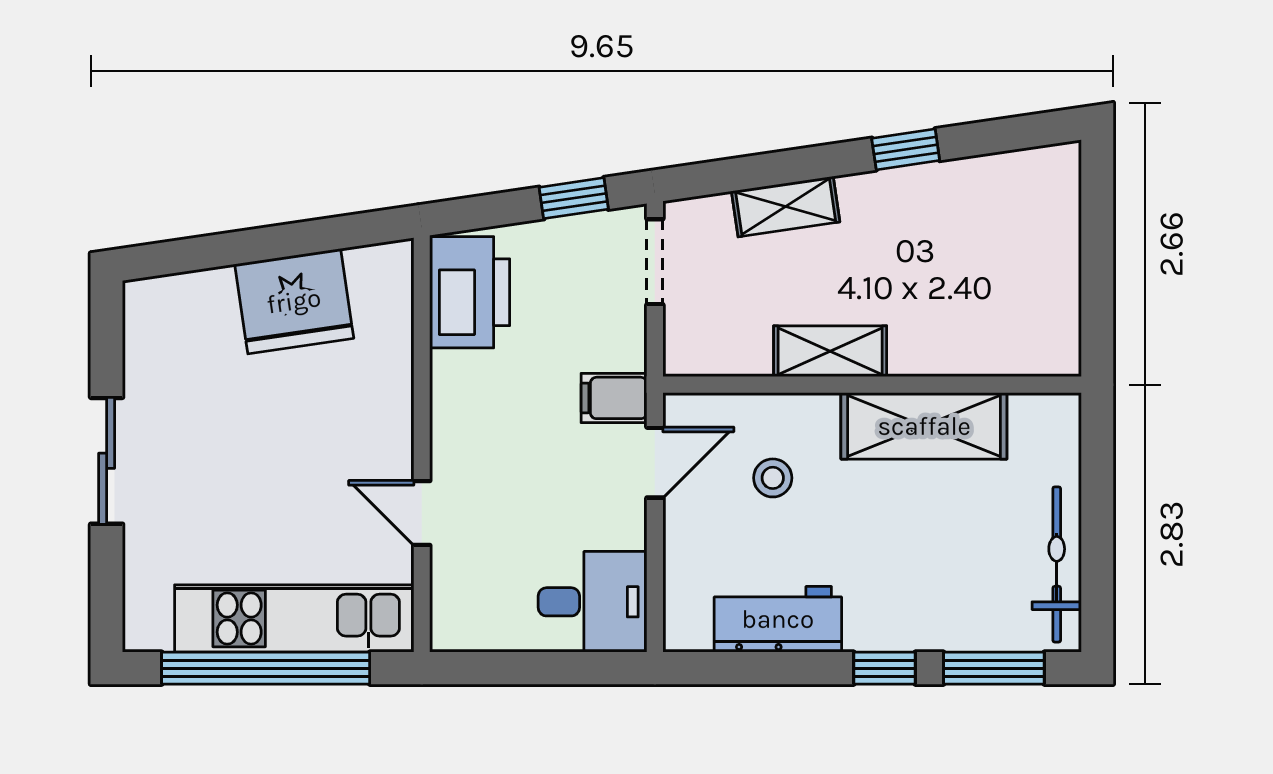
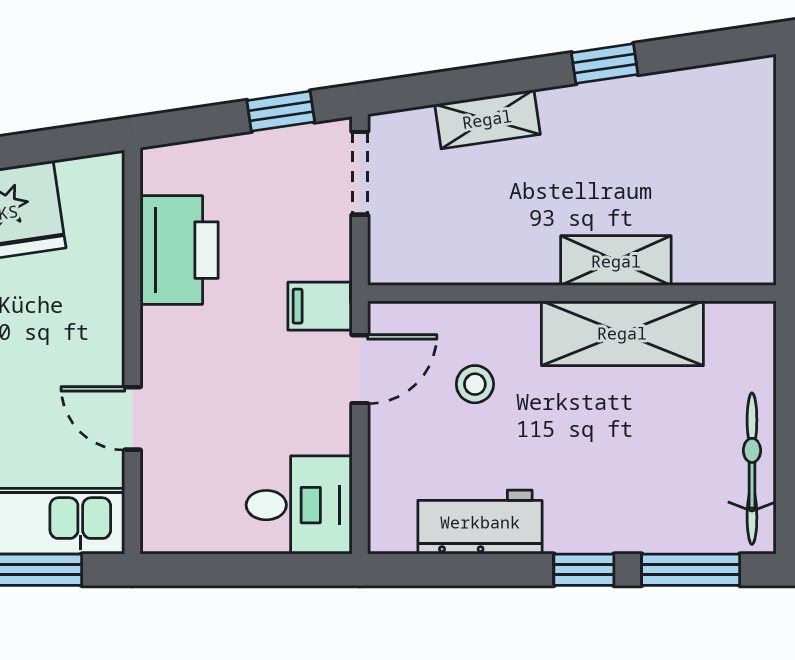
printer: (470, 292) -> (179, 250), moved
shelving: (830, 351) -> (616, 261), moved

